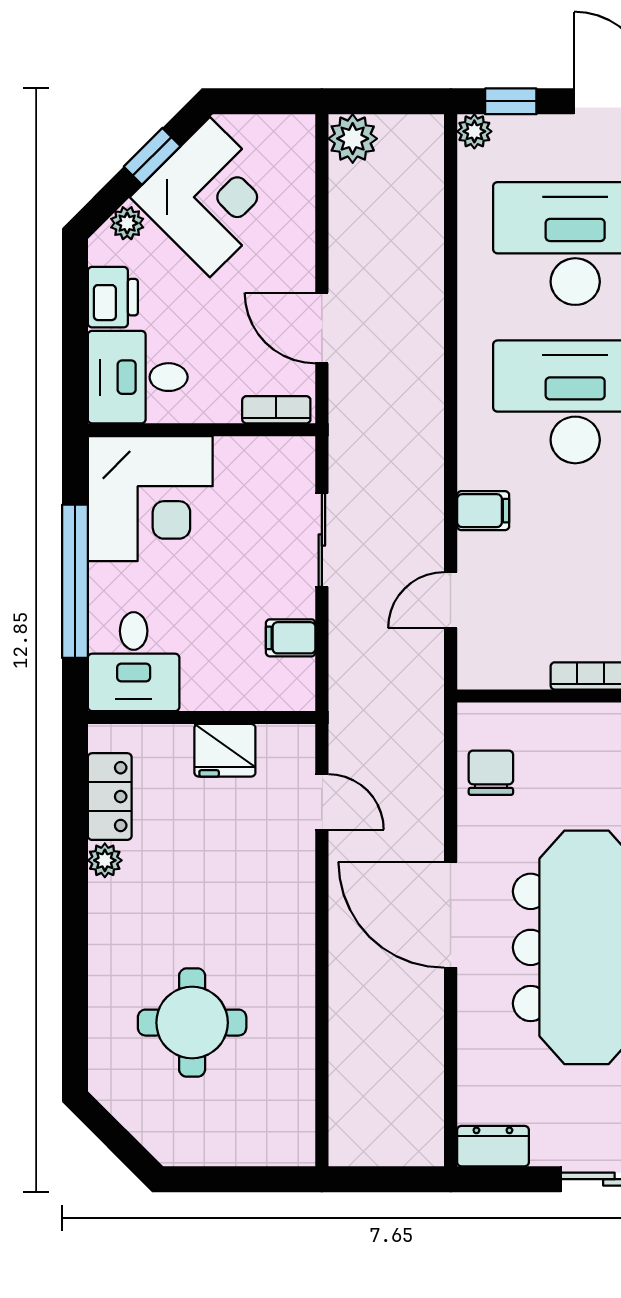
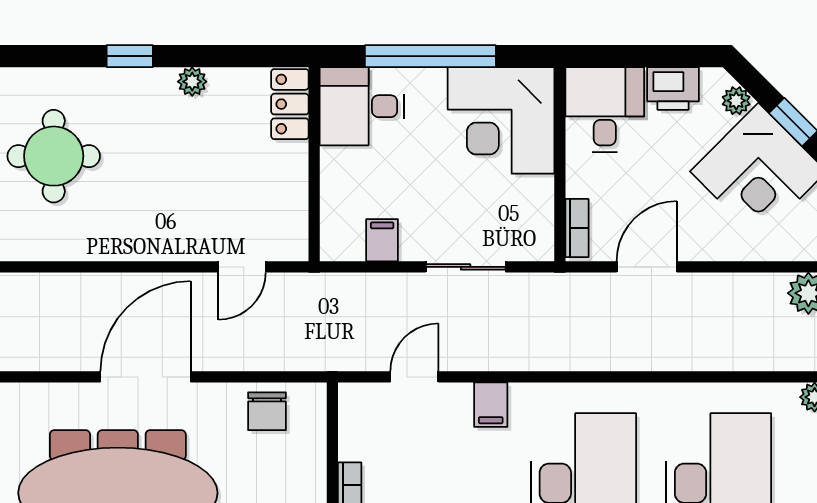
door: (451, 600) -> (414, 377), hinge flipped
fridge: (225, 750) -> (286, 184), removed
chair: (491, 773) -> (267, 411), turned 90
locker: (110, 797) -> (290, 104), moved, turned 90
window: (75, 934) -> (130, 56), added

